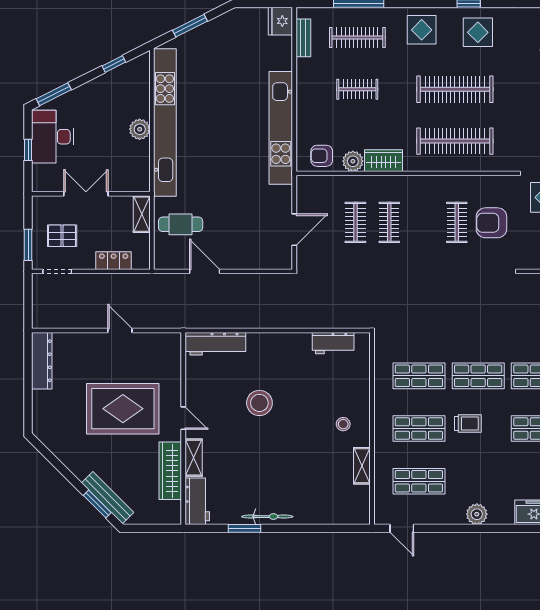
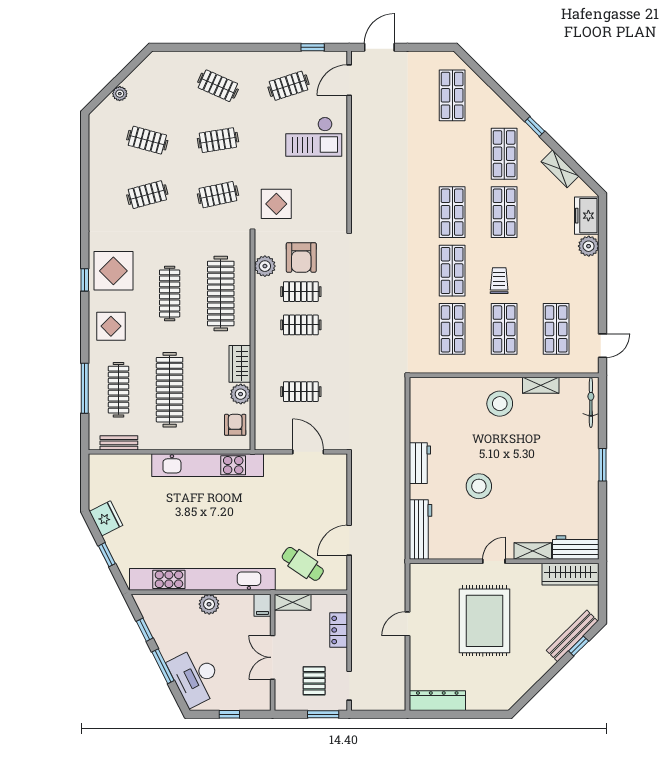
fridge: (280, 21) -> (106, 518), moved, turned -117
window: (190, 26) -> (107, 555), width x0.67
display table: (478, 32) -> (113, 271), width x1.36, depth x1.36
clothes rail: (357, 89) -> (170, 390), width x1.86, depth x1.31
clothes rail: (455, 89) -> (170, 293), width x0.73, depth x0.76
window: (54, 94) -> (163, 666), moved
desk: (53, 137) -> (195, 677), moved, turned 63
armchair: (322, 156) -> (235, 425), turned 180
filing cabinet: (139, 183) -> (262, 605), added
plant: (483, 186) -> (265, 266), added
clothes rail: (389, 222) -> (301, 325), moved
cafe table: (181, 224) -> (303, 564), turned -56
workbench: (333, 343) -> (420, 463), moved
stool: (343, 424) -> (500, 404), width x1.89, depth x1.89
wardrobe: (170, 471) -> (570, 574), moved
window: (97, 504) -> (579, 646), width x0.67
plant: (477, 514) -> (589, 246), moved
bicycle: (267, 517) -> (591, 402), moved
window: (244, 528) -> (603, 465), moved

